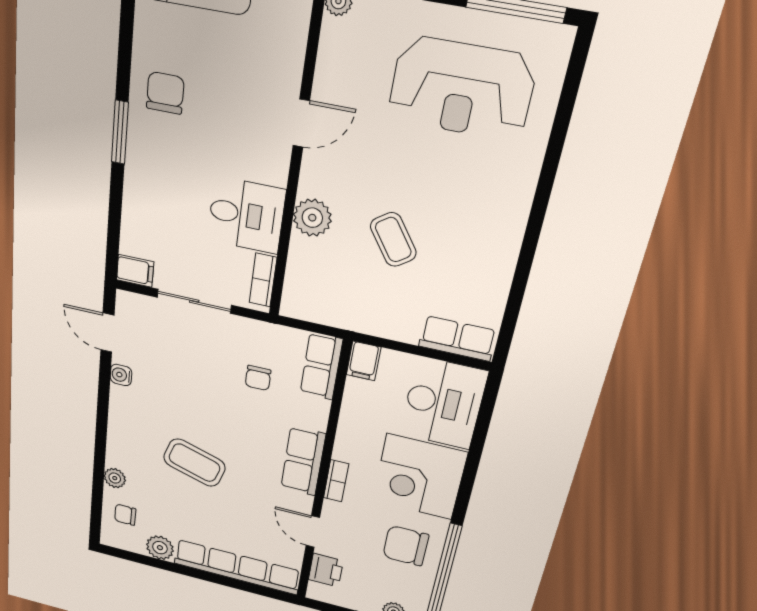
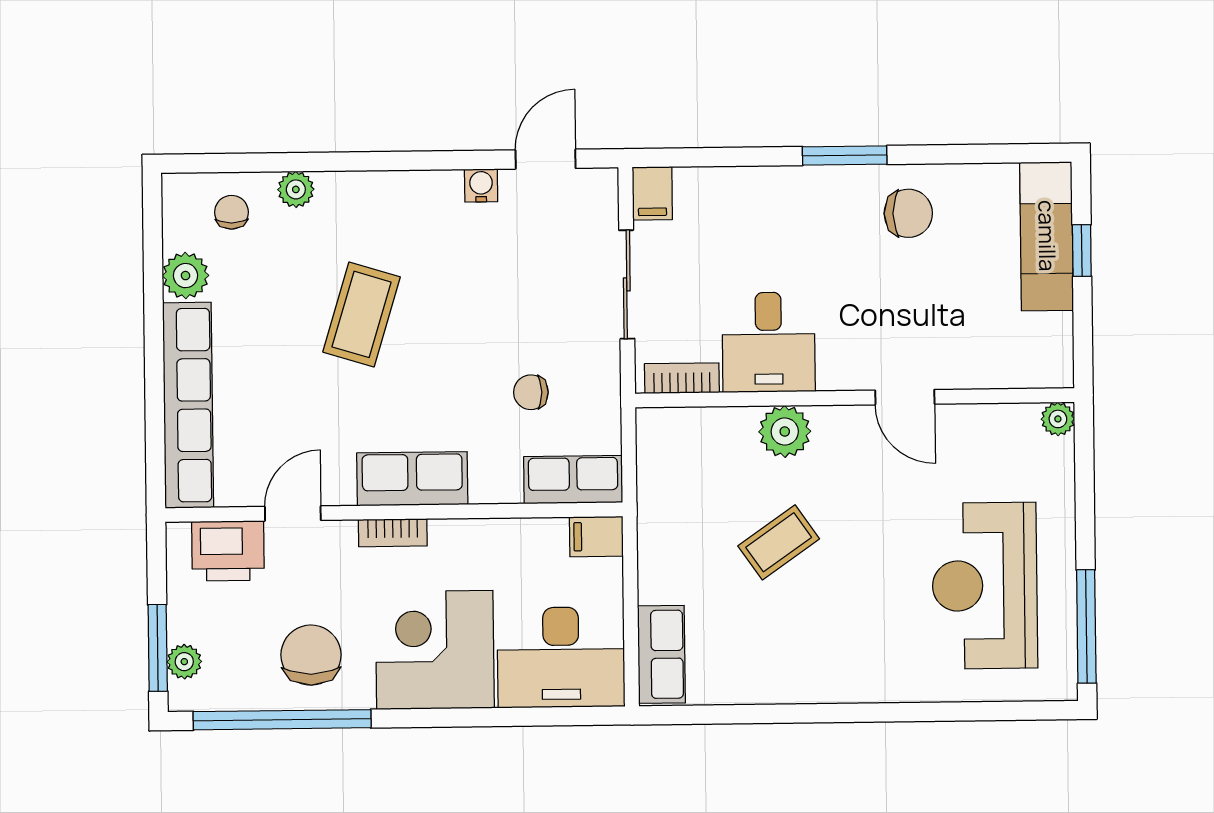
printer: (326, 570) -> (228, 551), width x1.36, depth x1.24

